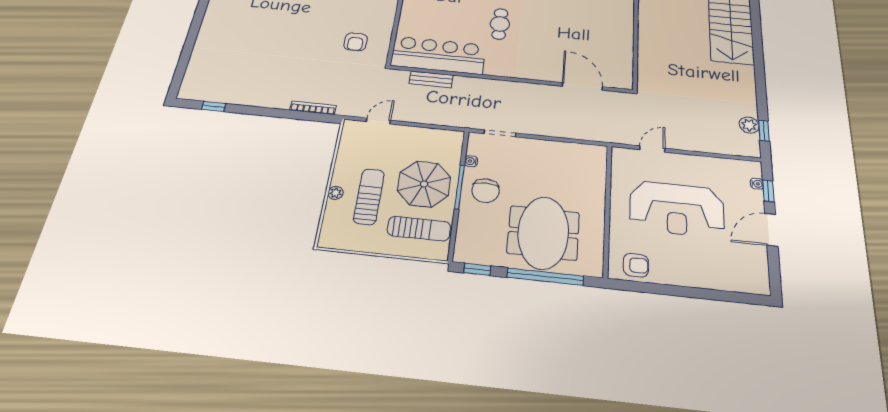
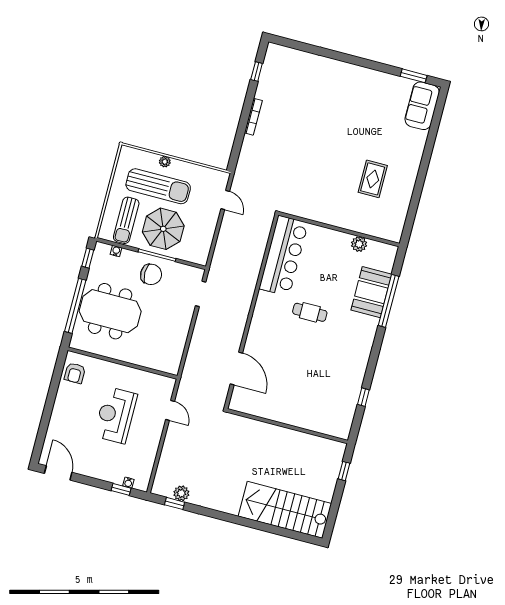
armchair: (356, 42) -> (307, 189), removed
bench: (431, 79) -> (260, 247), removed
door: (582, 86) -> (236, 368), hinge flipped
bookcase: (313, 108) -> (253, 117), moved
water cooler: (471, 161) -> (116, 251), moved
chair: (486, 191) -> (151, 274), turned 180
sun lounger: (369, 197) -> (158, 186), width x1.36, depth x1.34
reception desk: (677, 209) -> (116, 415), width x0.74, depth x0.77
door: (771, 230) -> (58, 473), moved

